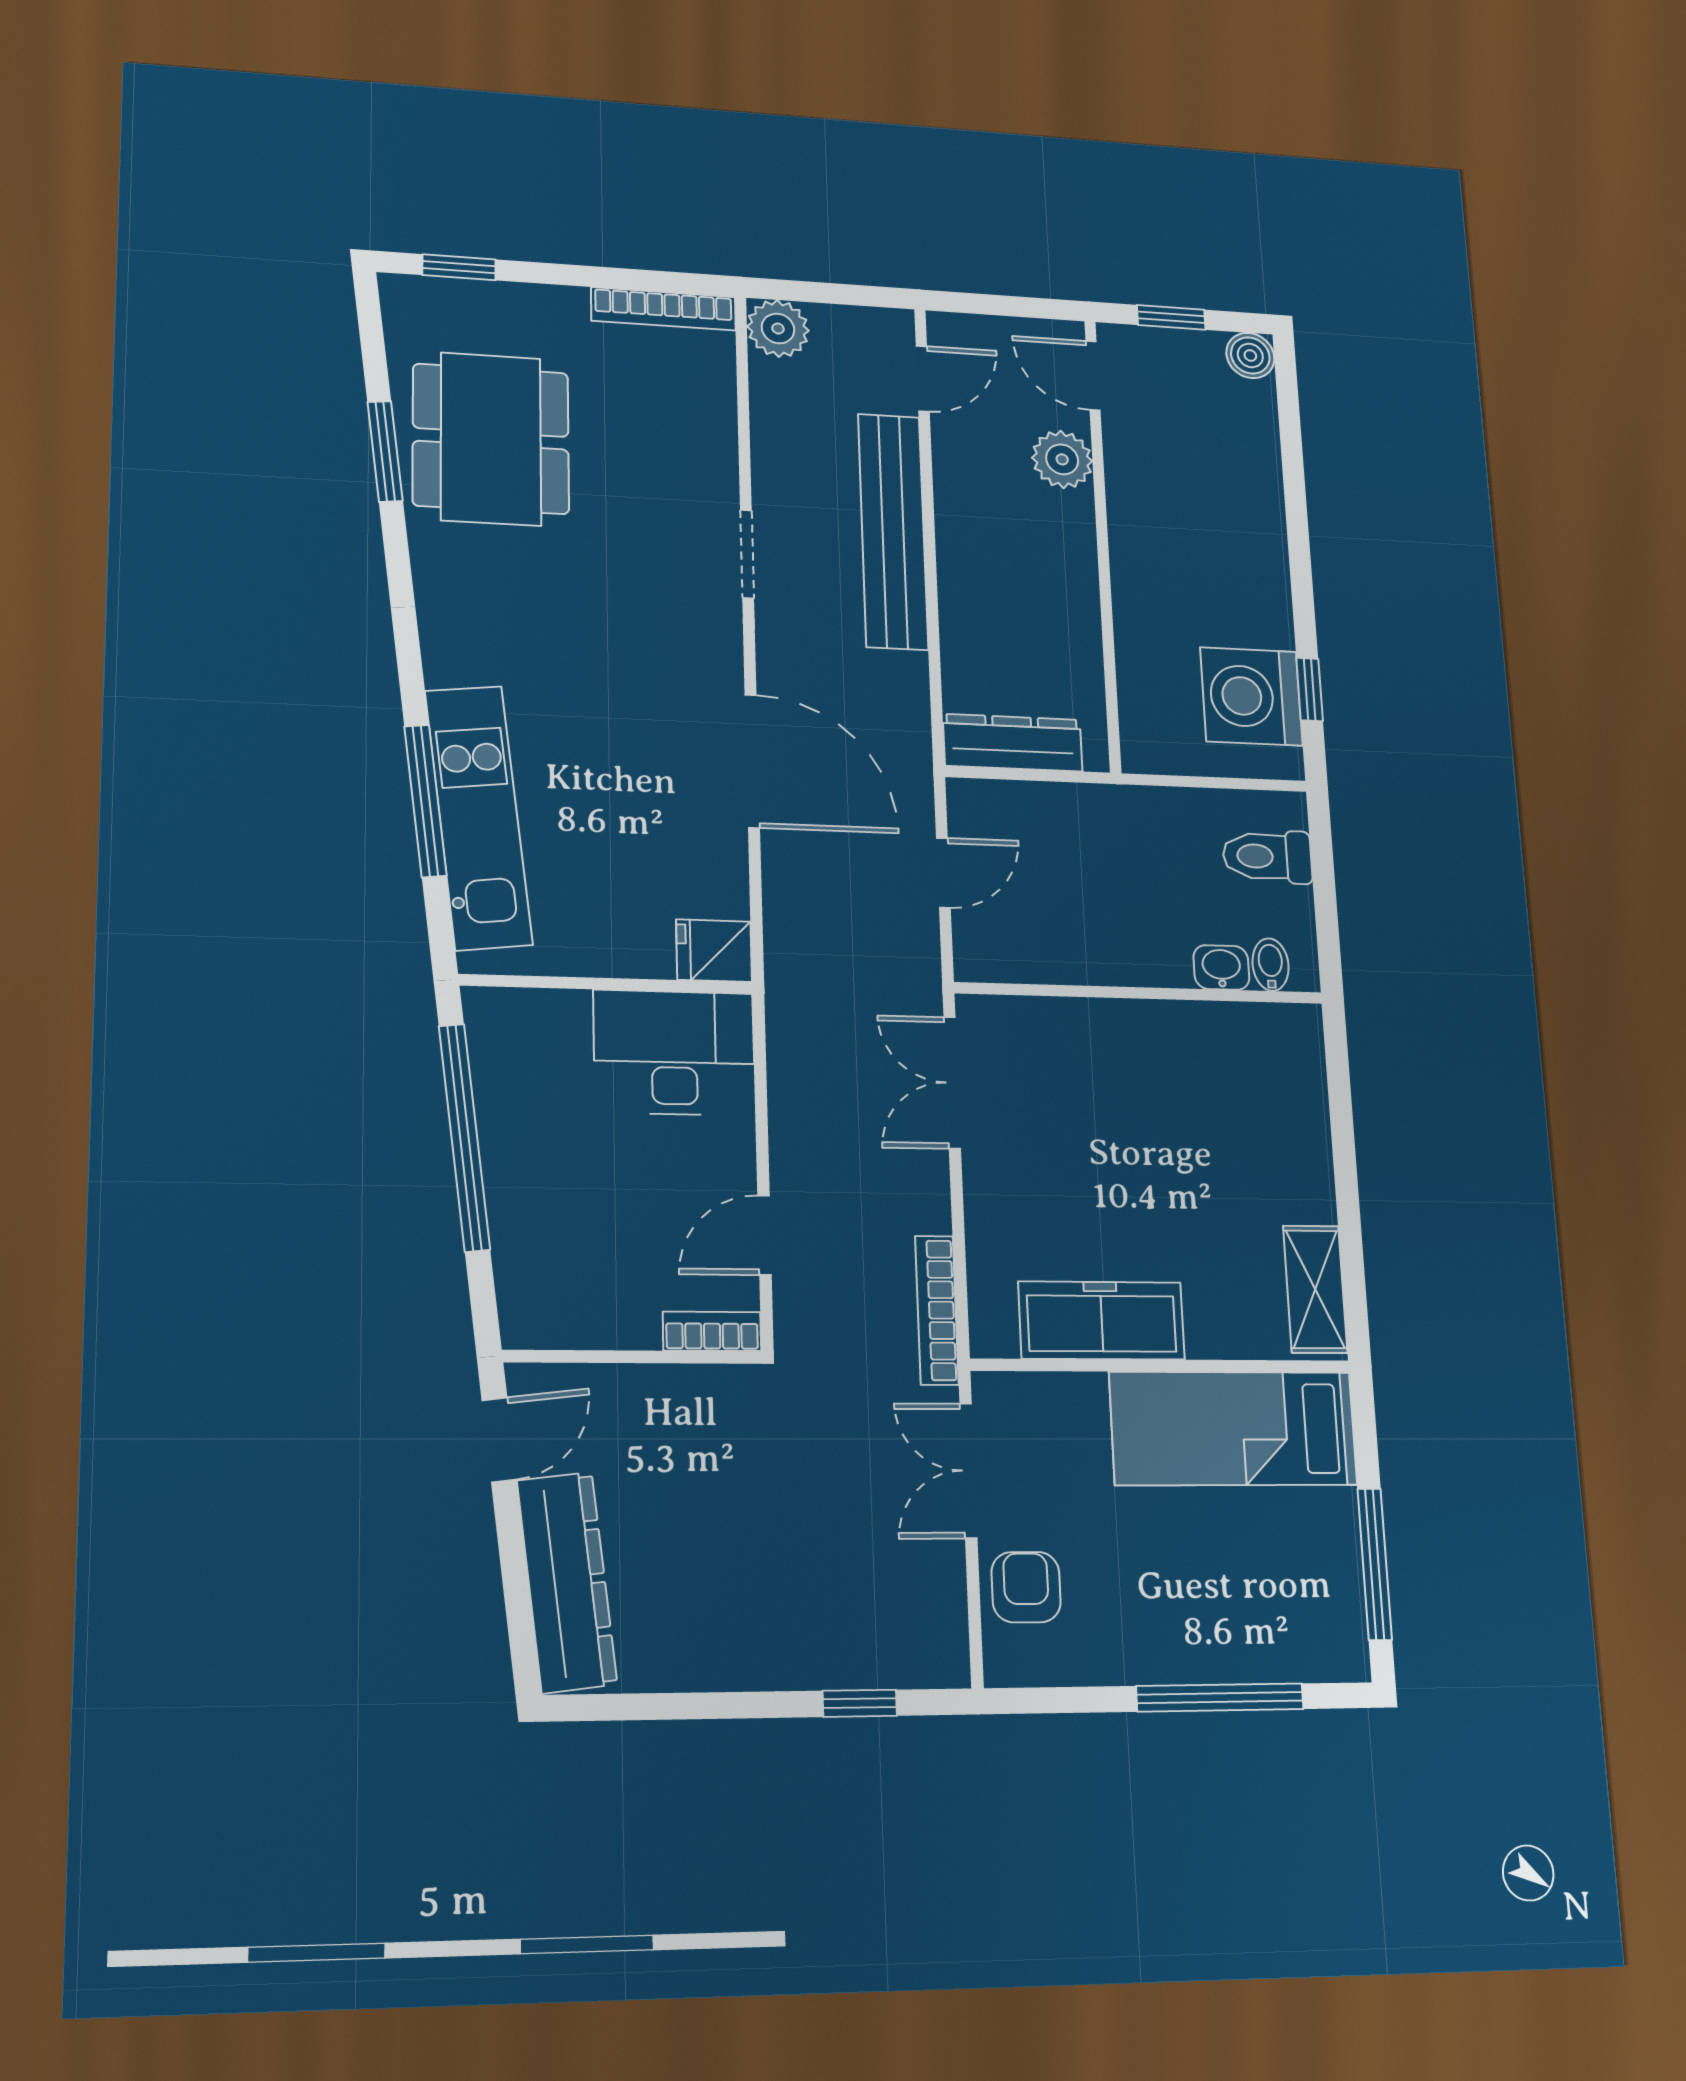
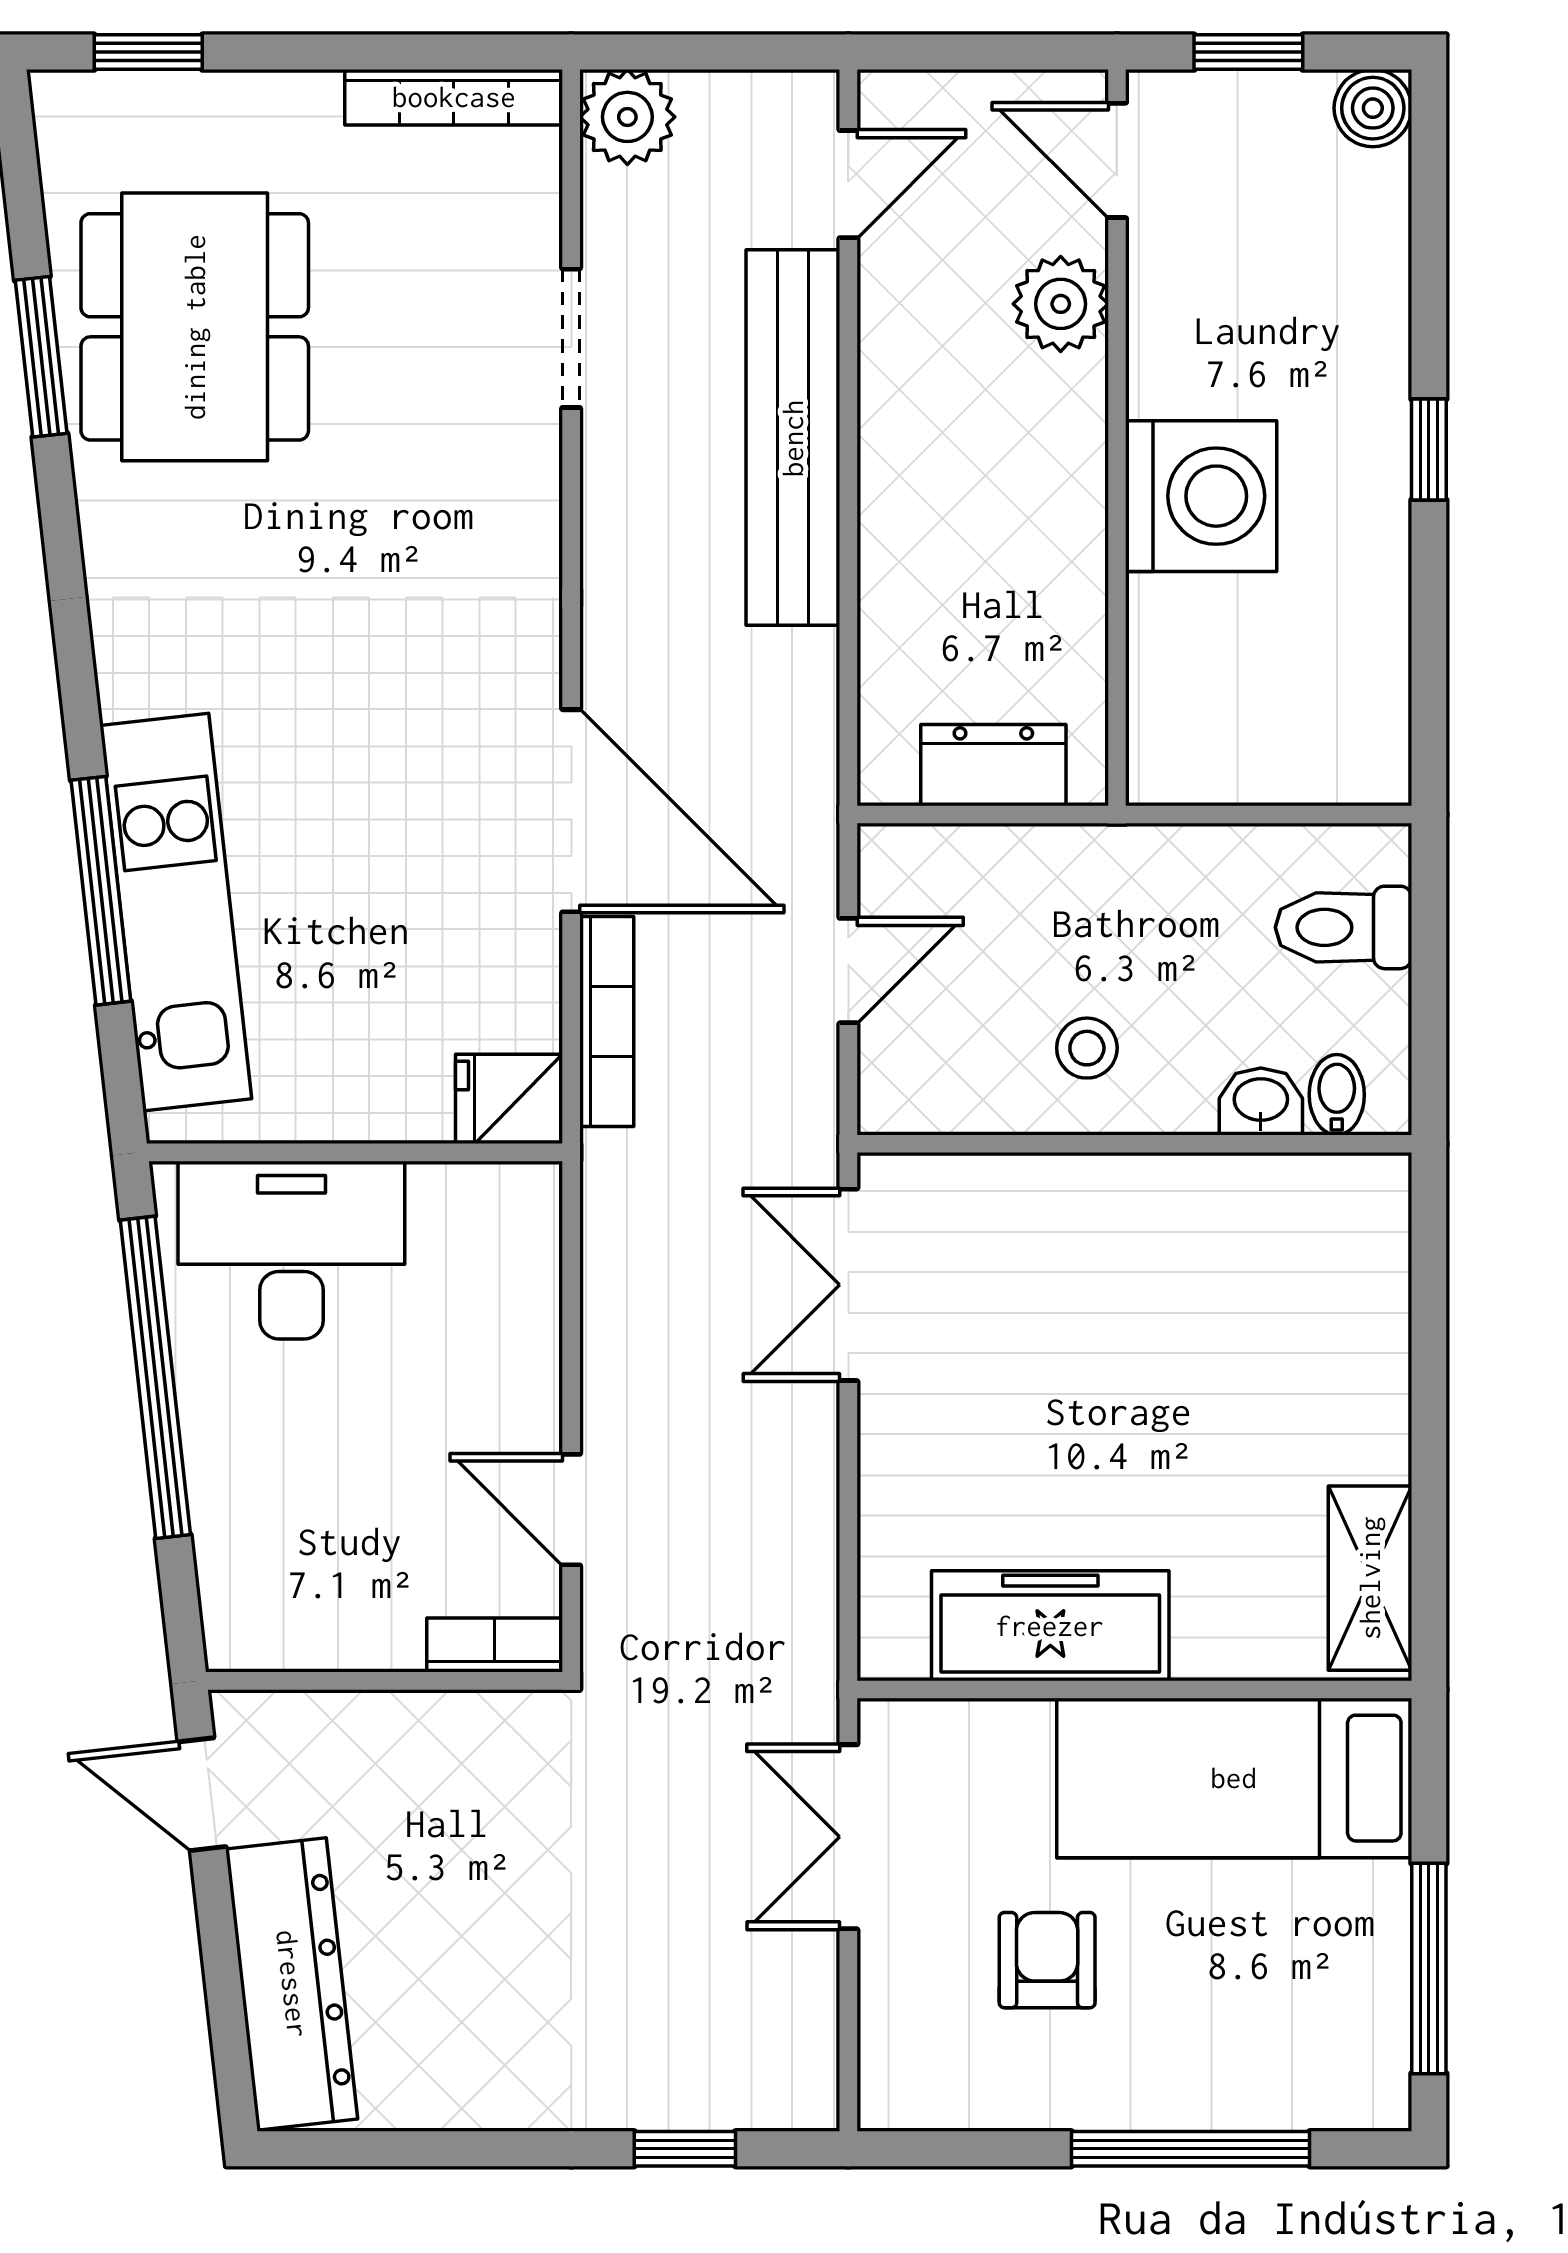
doorway: (747, 554) -> (571, 338), moved
window: (1309, 690) -> (1429, 450), moved
washing machine: (1251, 696) -> (1201, 496), moved, turned 180
dresser: (1013, 743) -> (993, 765), width x0.70
stool: (1105, 929) -> (1087, 1048), added
desk: (674, 1053) -> (291, 1250), moved
door: (764, 1235) -> (571, 1510), hinge flipped
bookcase: (937, 1310) -> (607, 1021), moved, turned 180
door: (499, 1440) -> (202, 1794), swing flipped
armchair: (1026, 1587) -> (1047, 1960), moved

